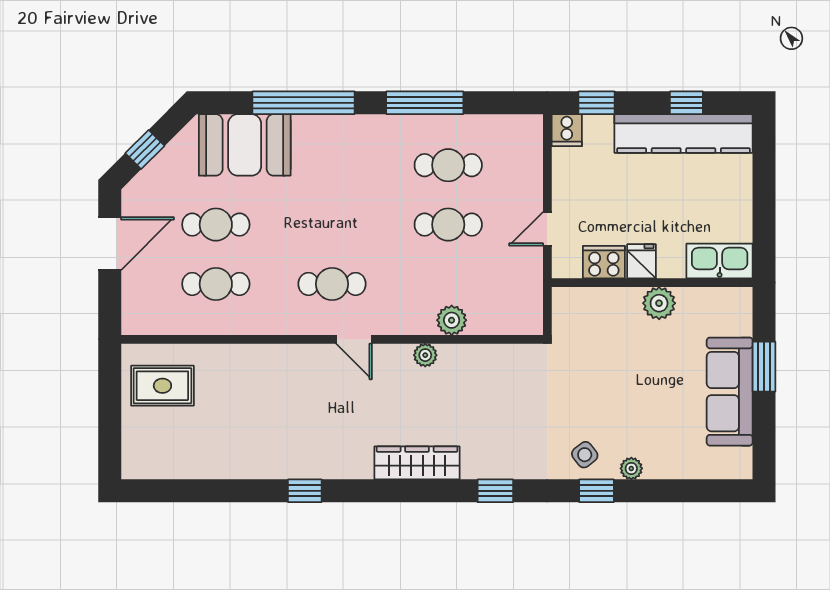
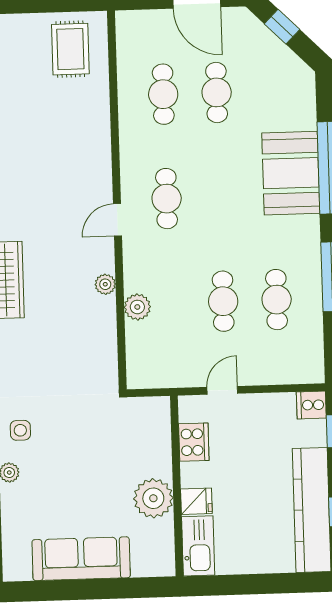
booth: (245, 145) -> (291, 173), moved
door: (547, 229) -> (222, 390), hinge flipped
fridge: (642, 261) -> (196, 501), moved
plant: (659, 303) -> (153, 498), width x1.36, depth x1.36
window: (764, 367) -> (104, 589), removed
side table: (585, 455) -> (20, 430), turned 38

